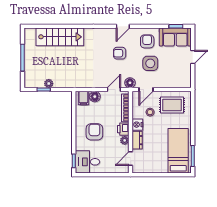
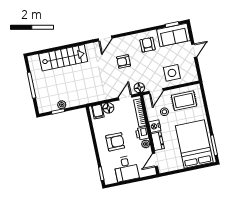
door: (123, 26) -> (105, 38), moved
side table: (150, 63) -> (172, 73), moved
armchair: (94, 132) -> (115, 142), turned 90
bed: (178, 151) -> (194, 144), width x1.50
desk: (87, 162) -> (126, 169), moved, turned -90

